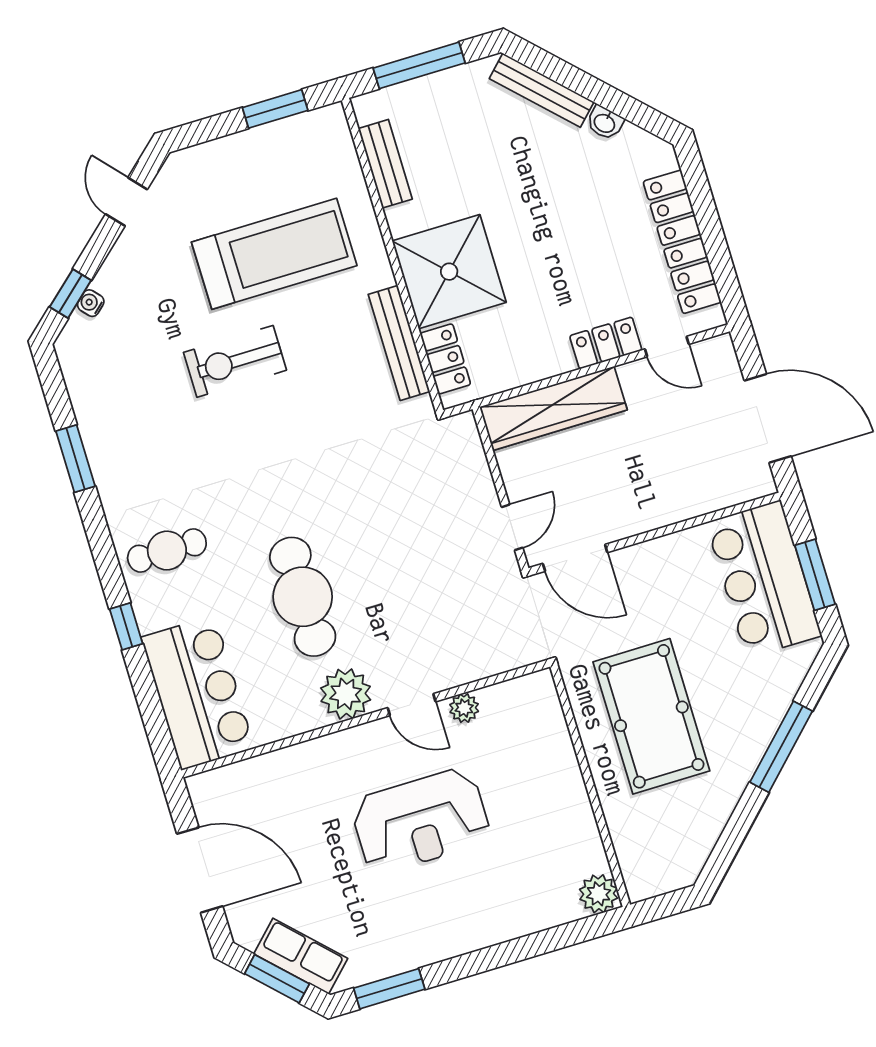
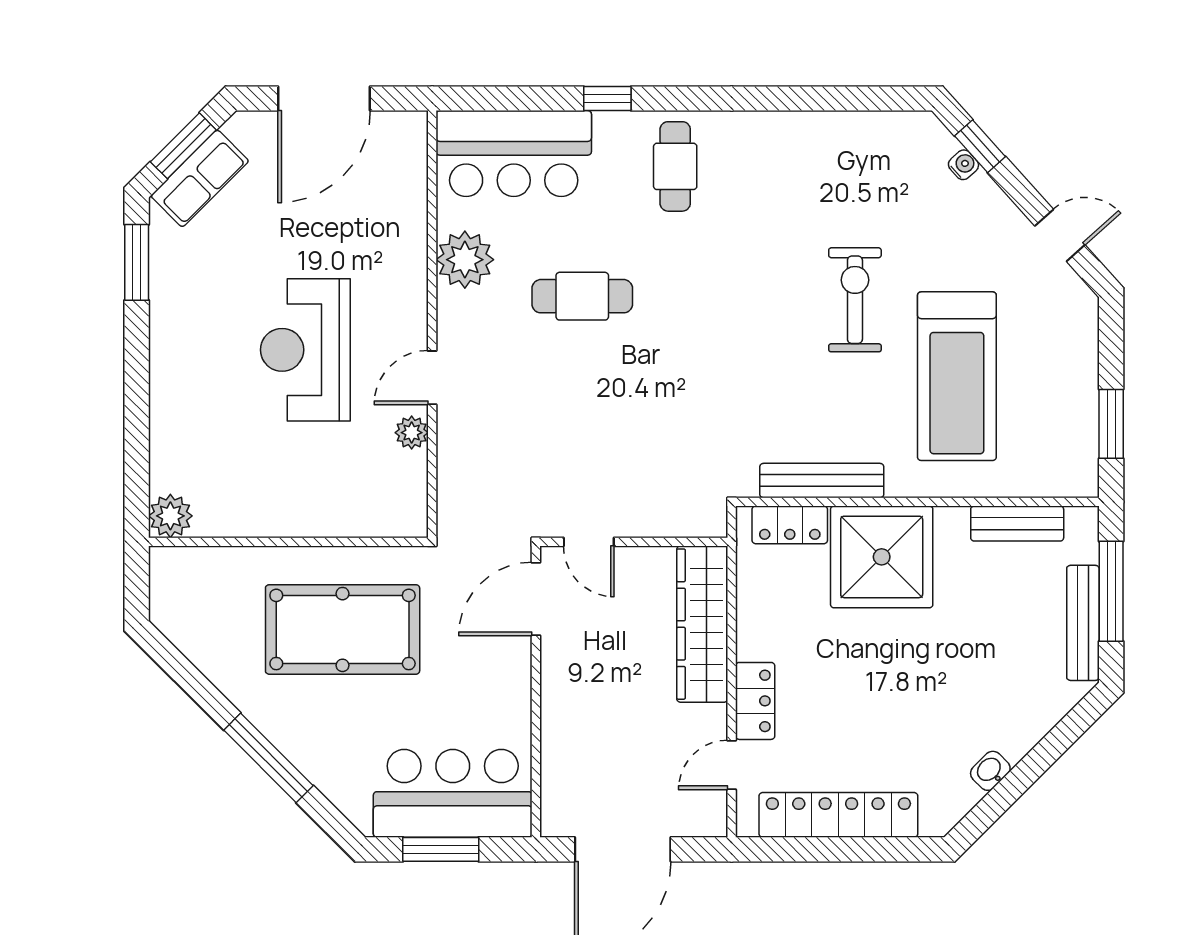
bench: (542, 90) -> (1083, 623), moved, turned -45
window: (75, 459) -> (803, 98), removed
cafe table: (303, 597) -> (582, 296), width x0.73, depth x0.74
plant: (346, 694) -> (465, 260), moved

